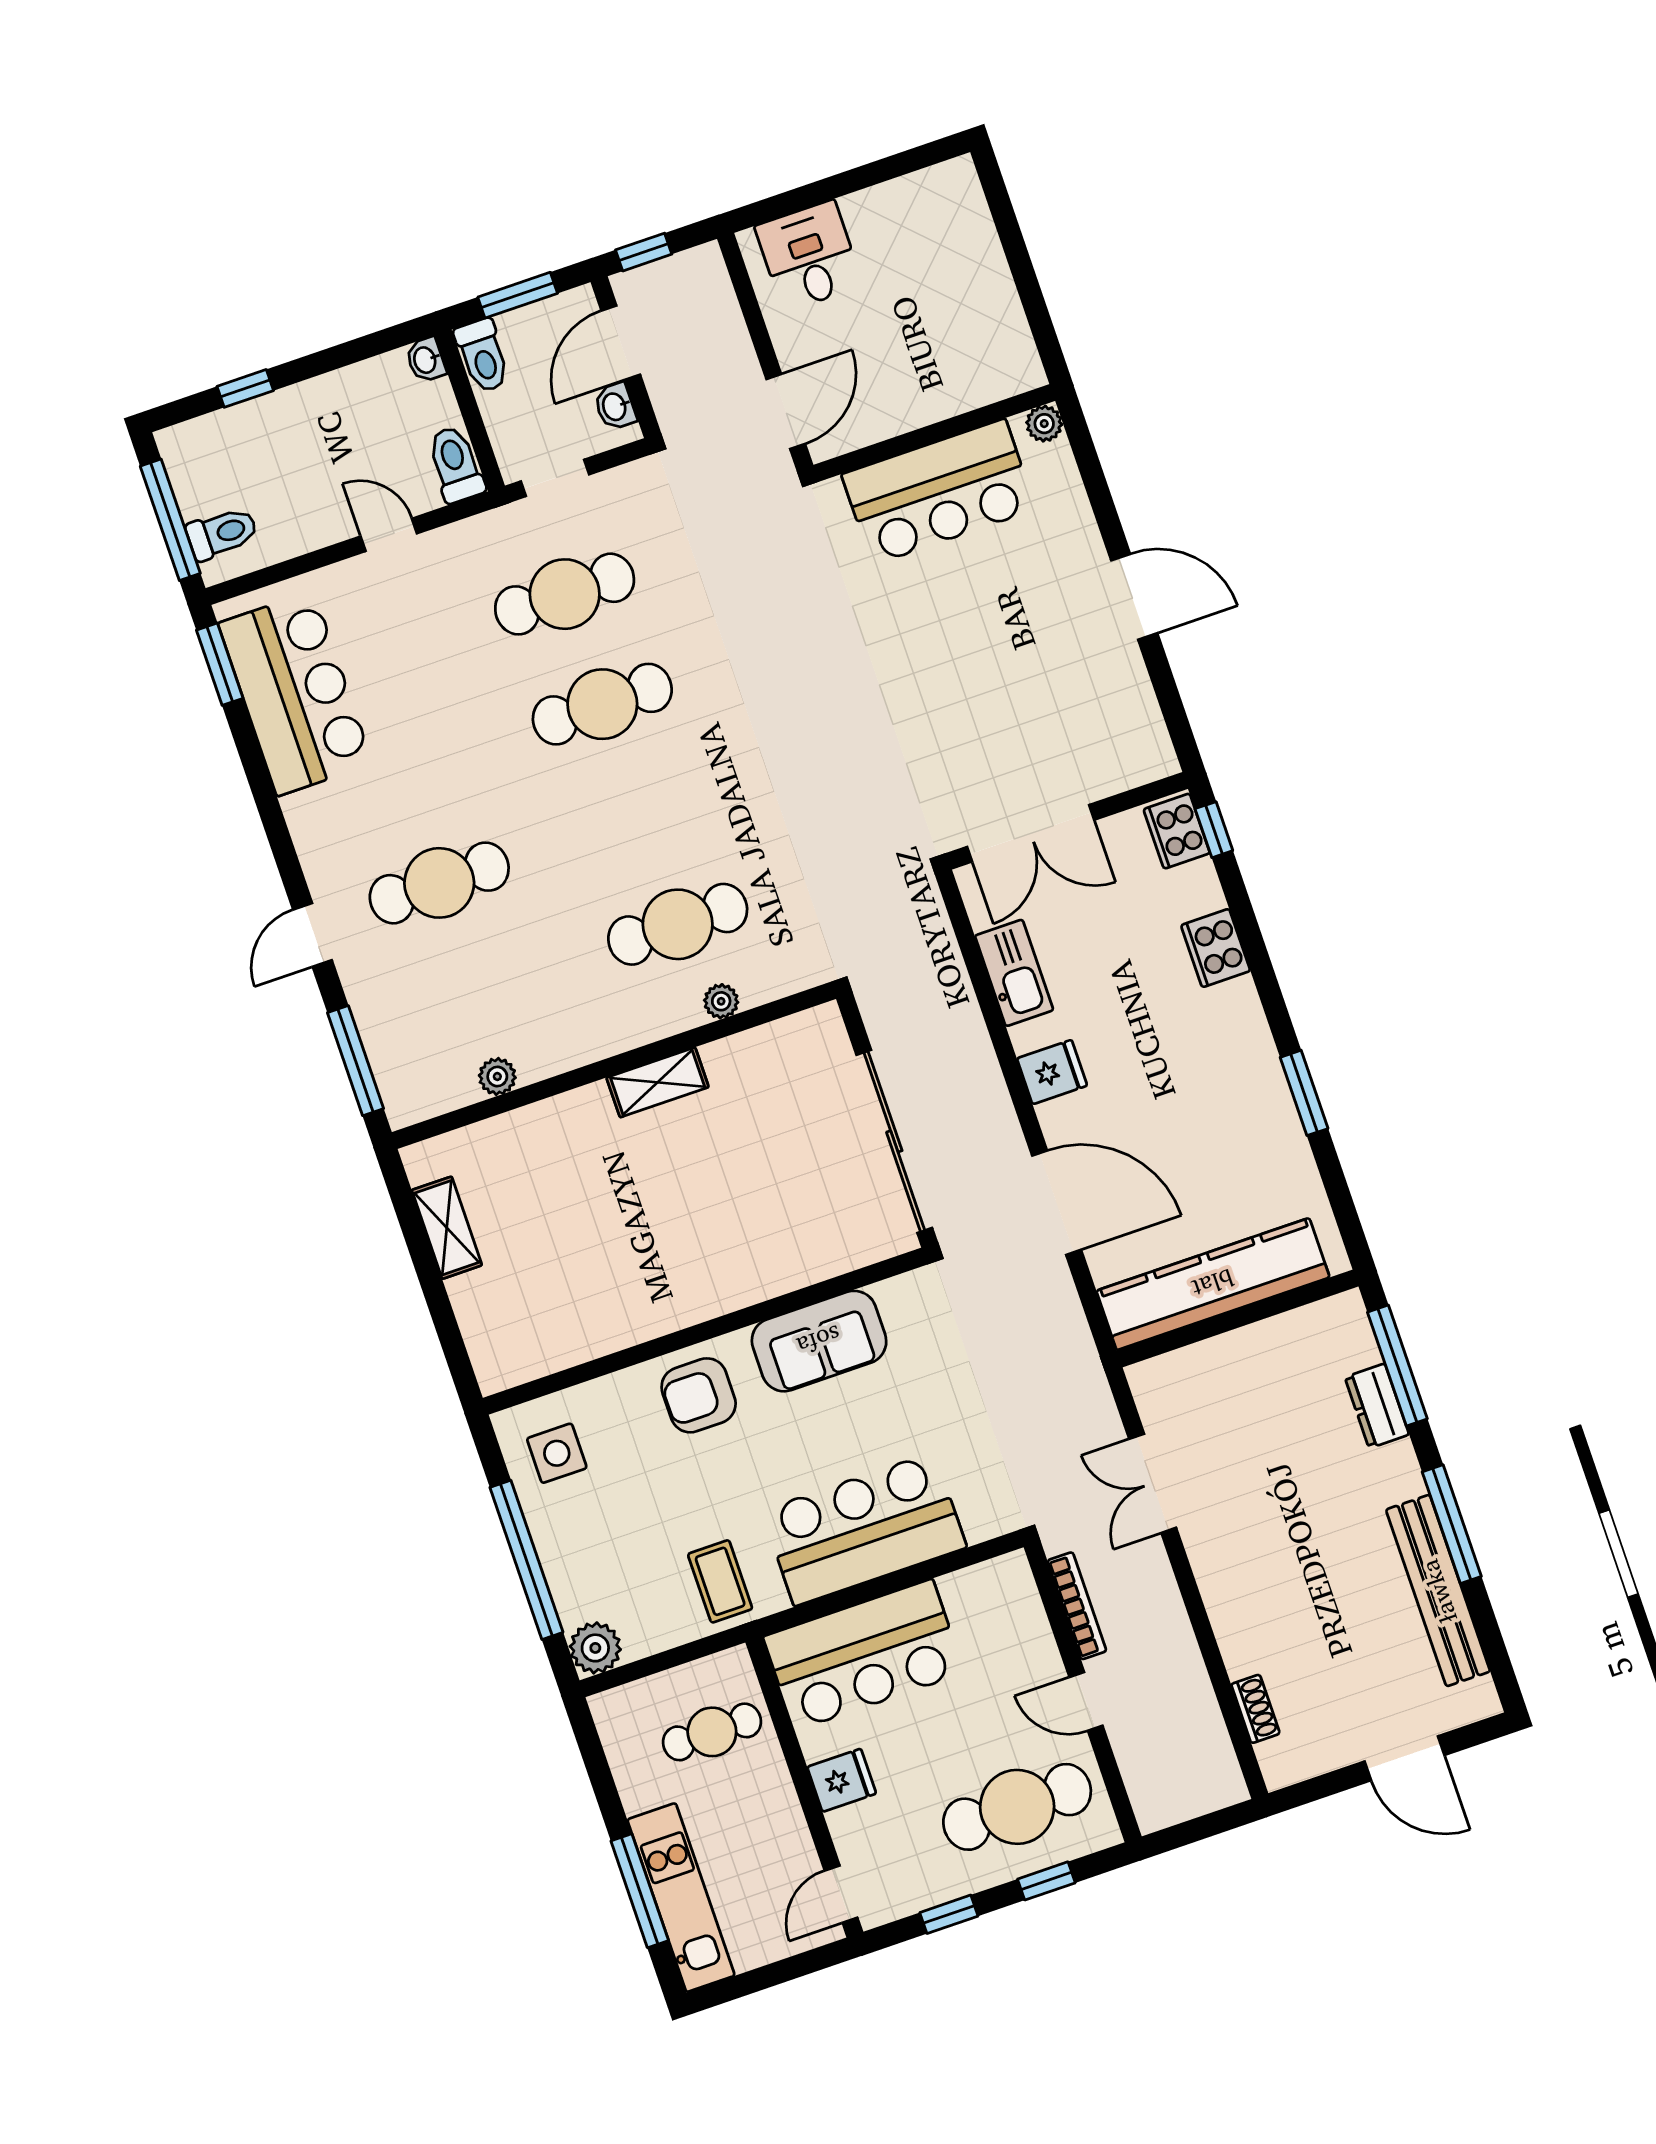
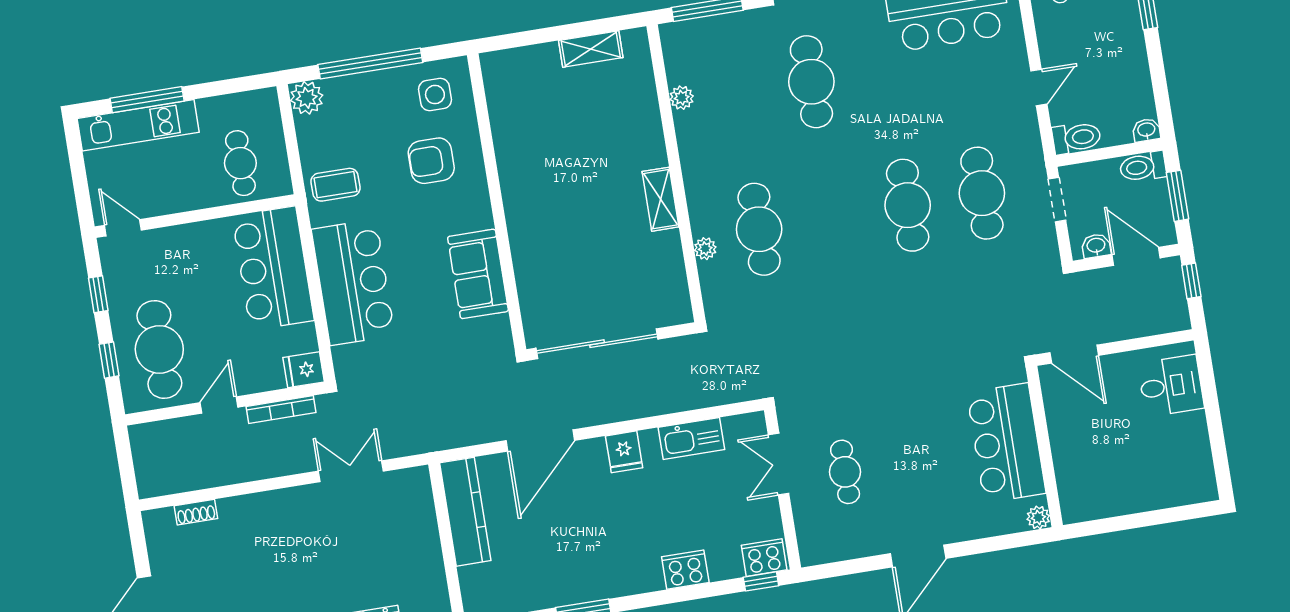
cafe table: (1025, 730) -> (845, 472), added
double door: (1031, 833) -> (779, 464), width x0.73
kitchen counter: (1213, 1284) -> (465, 512), width x0.72, depth x0.86
armchair: (699, 1395) -> (431, 161), moved, turned -90
fridge: (842, 1780) -> (304, 370), moved, turned 90

